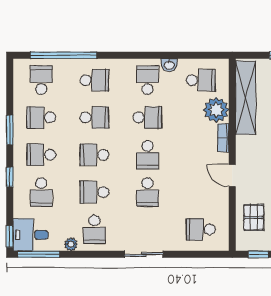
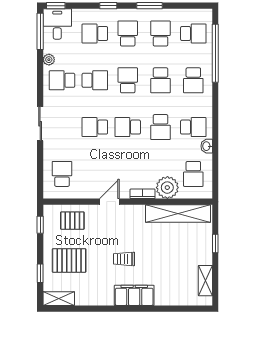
school desk: (94, 192) -> (95, 80), turned 90

